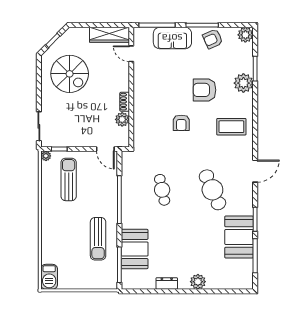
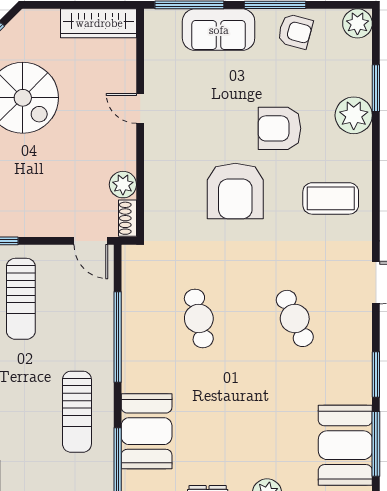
armchair: (213, 39) -> (295, 31), turned -141
door: (131, 54) -> (140, 108), moved
shoe rack: (125, 102) -> (128, 218), moved
armchair: (181, 123) -> (235, 191), width x1.88, depth x1.88
sun lounger: (69, 179) -> (21, 299), turned 180
cafe table: (212, 190) -> (295, 318), width x0.73, depth x0.74
booth: (239, 237) -> (345, 445), moved

